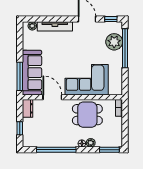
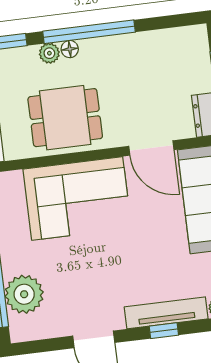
window: (111, 19) -> (164, 331), moved
window: (56, 150) -> (89, 32), moved

